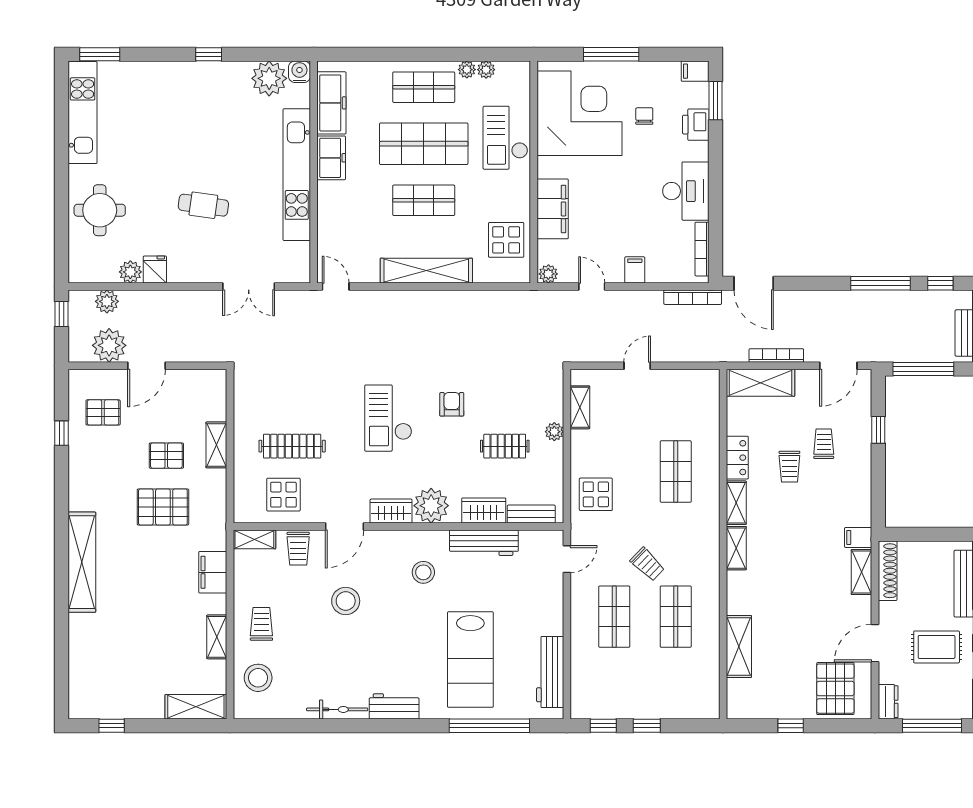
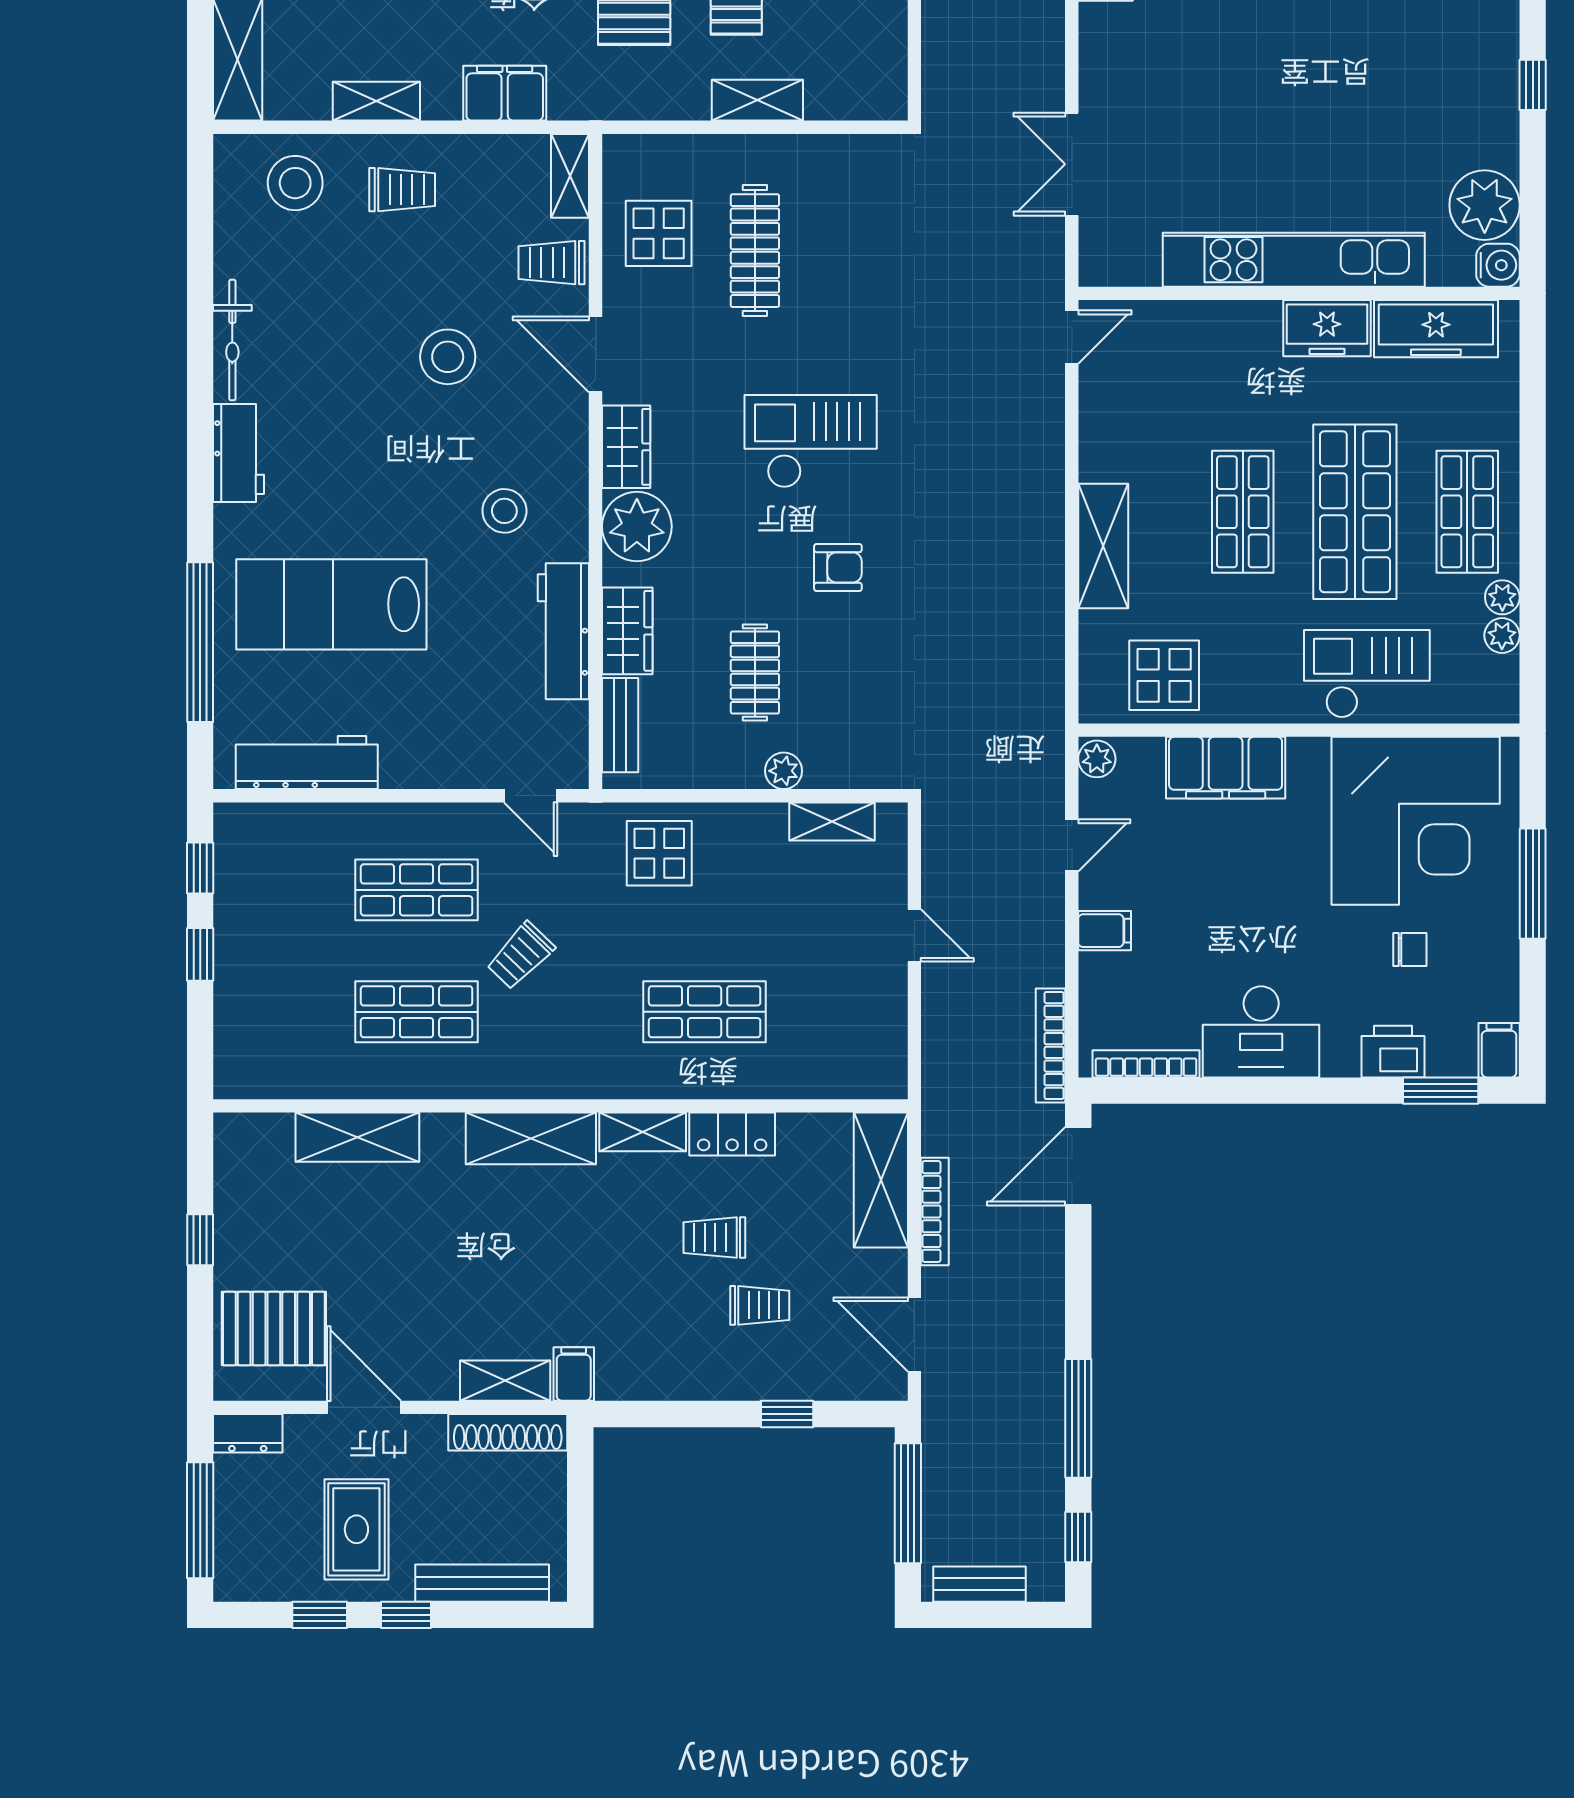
cafe table: (203, 205) -> (1233, 74), removed
shelving: (426, 271) -> (1103, 546), width x0.68
shelving: (736, 548) -> (531, 1138), width x1.50, depth x1.33

